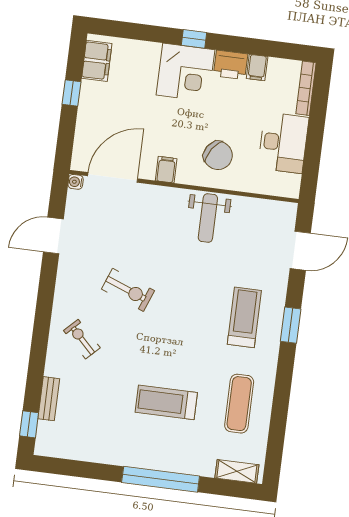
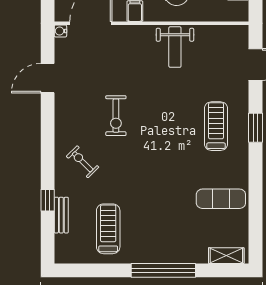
exercise bike: (128, 290) -> (116, 116), turned 69
treadmill: (166, 402) -> (108, 229), moved, turned 90
exercise mat: (239, 404) -> (221, 199), turned 90
window: (29, 424) -> (48, 200), moved

